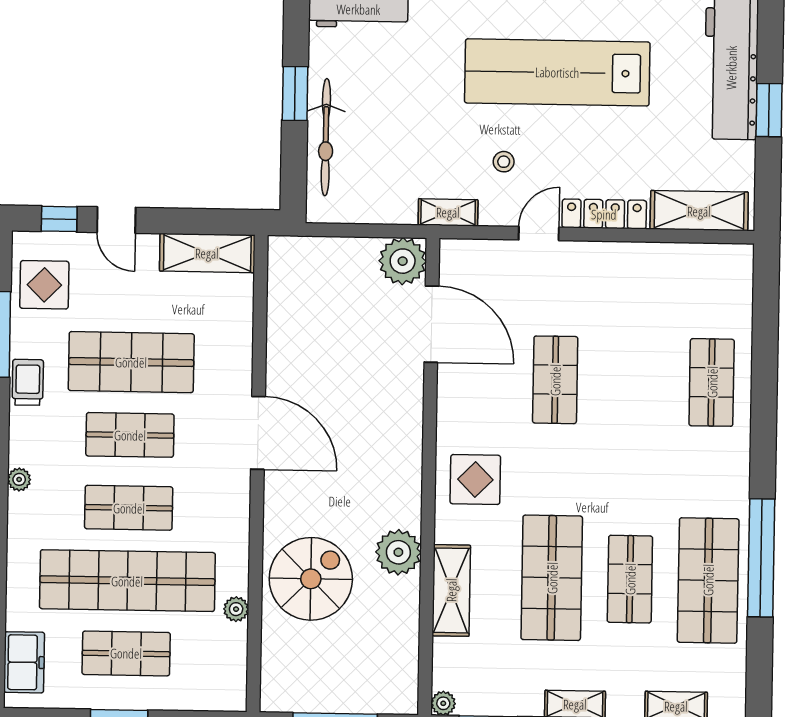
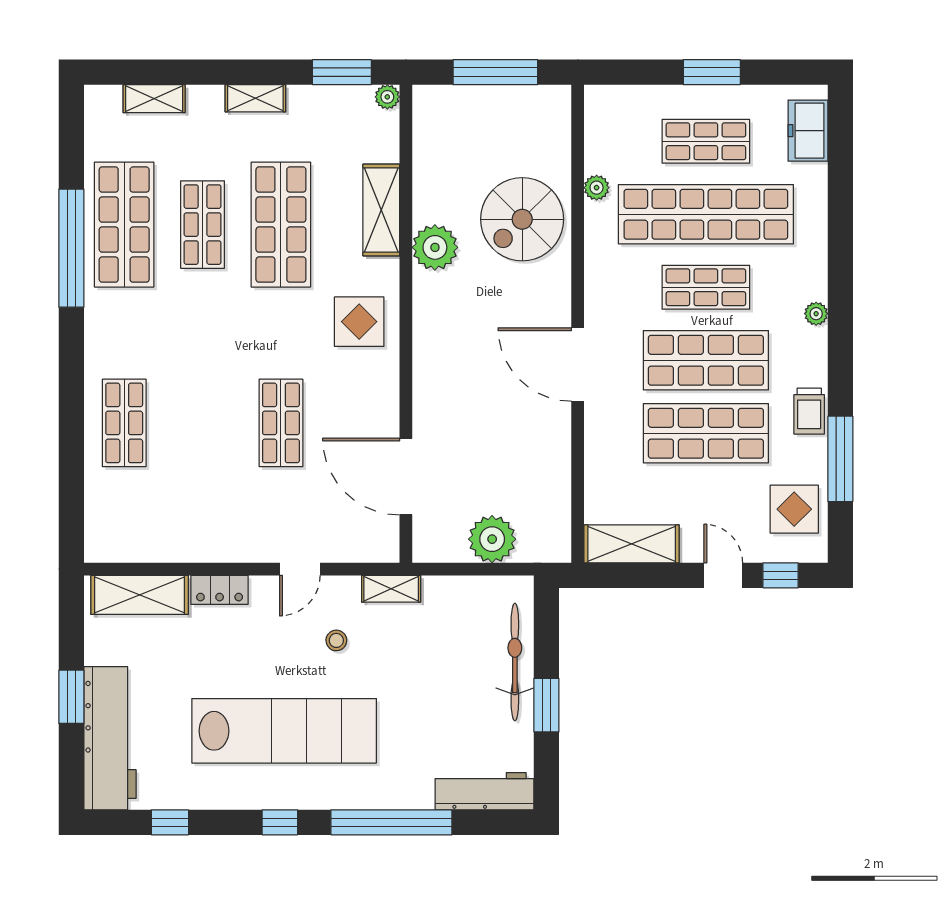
locker: (604, 214) -> (220, 590), width x0.66
plant: (403, 261) -> (492, 539), moved
shop shelf: (130, 435) -> (706, 360), width x1.43, depth x1.36

